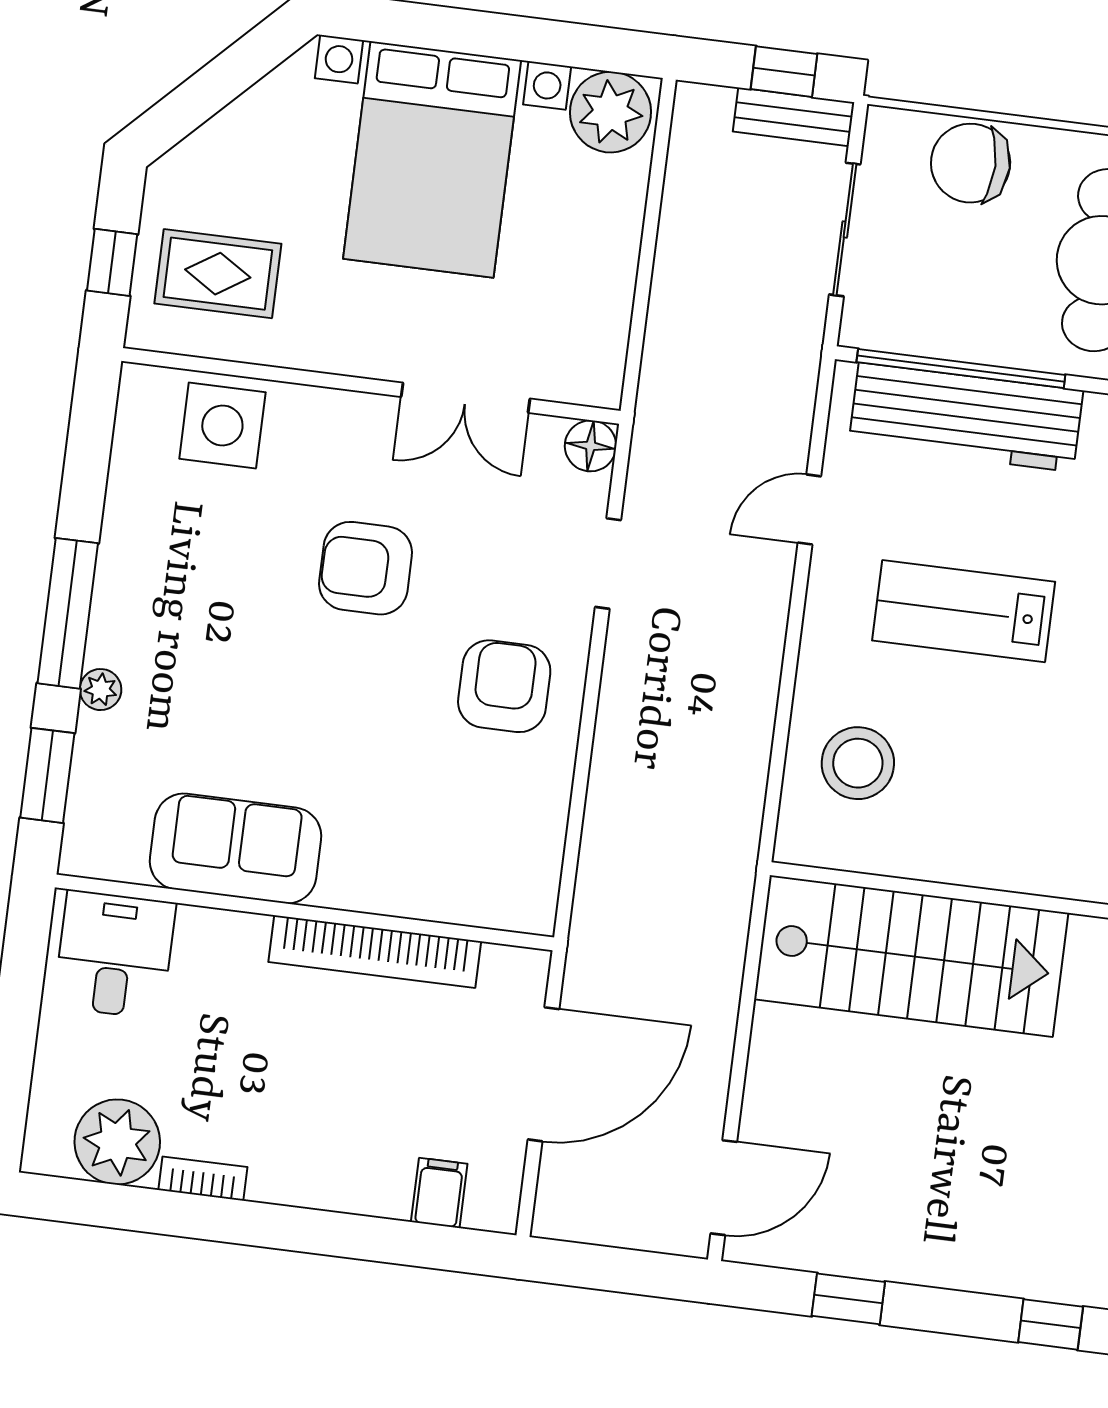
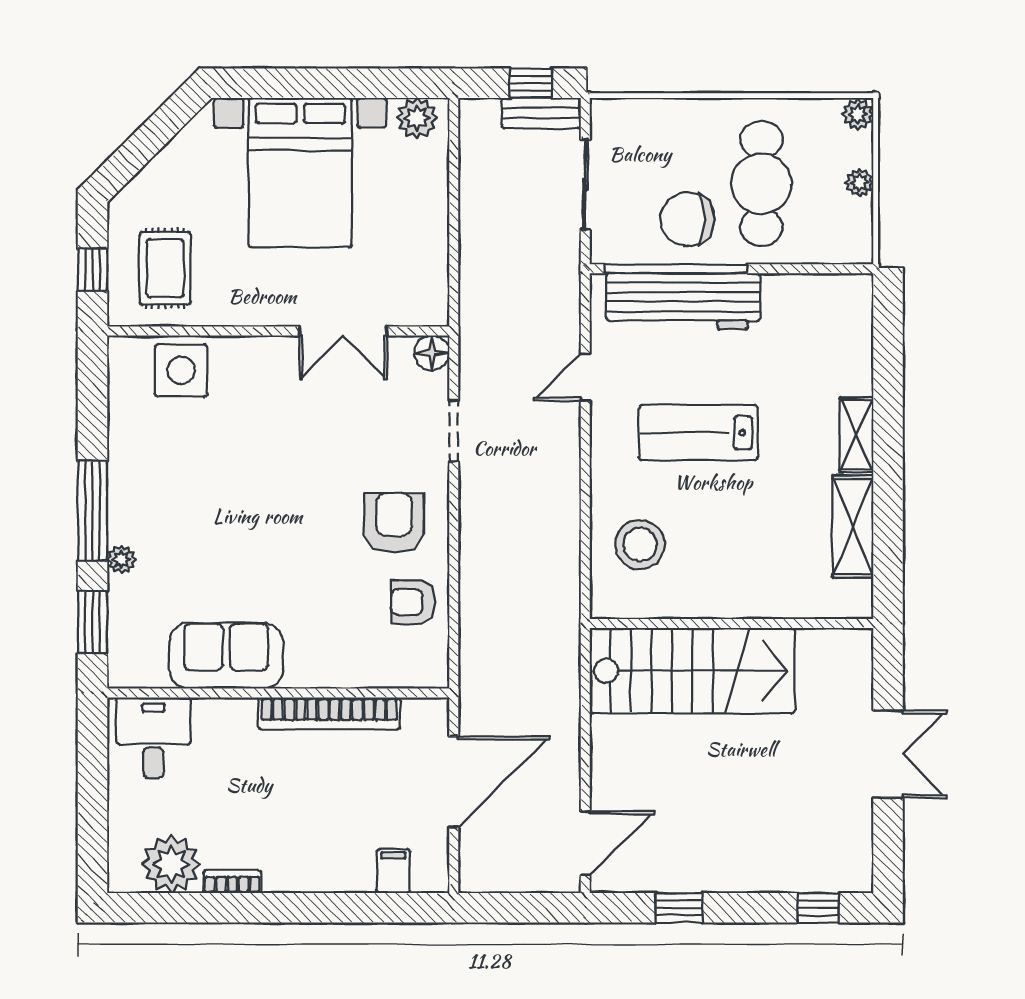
plant: (610, 112) -> (417, 118), width x0.73, depth x0.73
chair: (971, 163) -> (687, 219), moved
rug: (218, 274) -> (165, 268), turned 90
armchair: (366, 568) -> (413, 602), moved, width x0.72, depth x0.72

